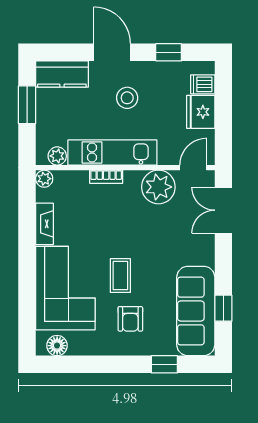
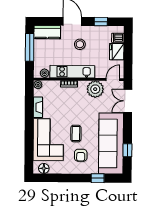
window: (27, 105) -> (30, 47), width x1.44
sofa: (196, 311) -> (111, 143), width x1.36, depth x1.27

